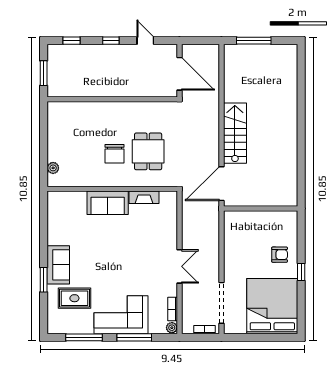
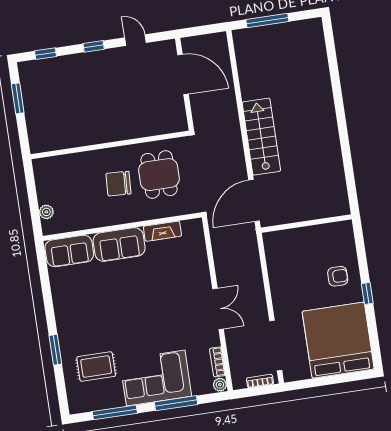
wall: (112, 99) -> (110, 145), moved
chair: (114, 154) -> (118, 184), turned 93
sofa: (58, 265) -> (69, 251), moved, turned 90

